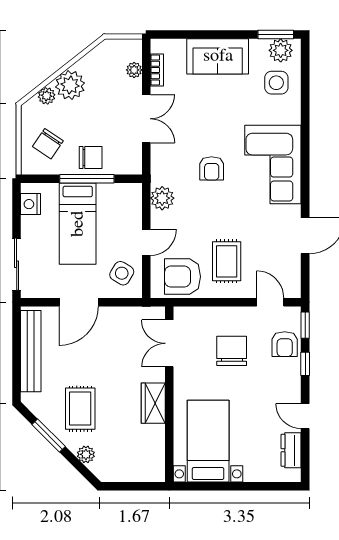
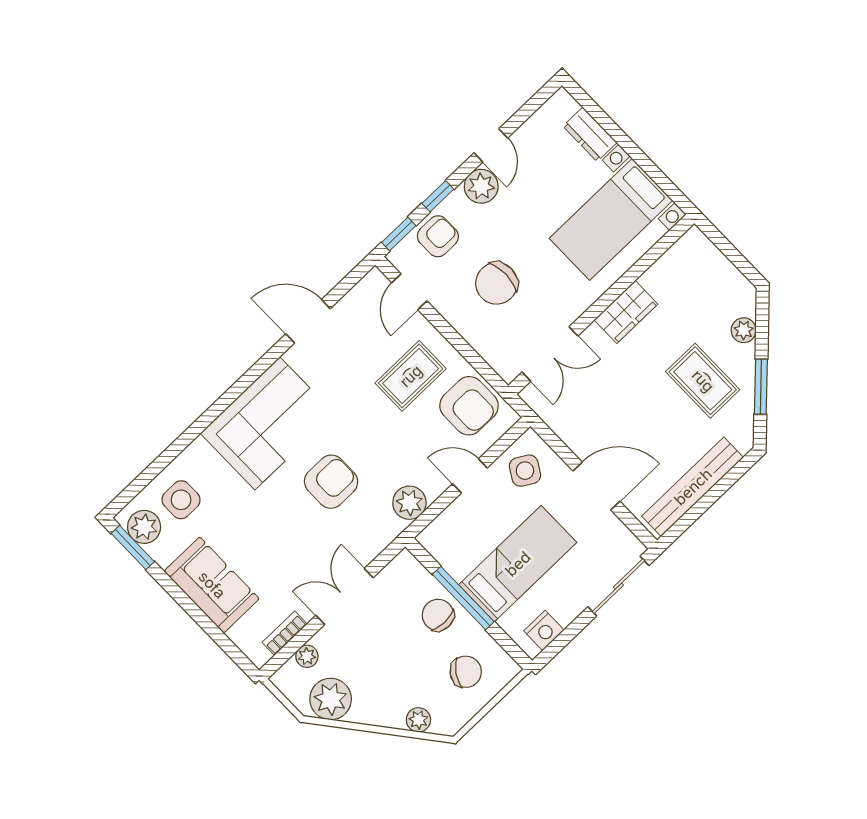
plant: (70, 85) -> (331, 699), moved
armchair: (212, 168) -> (331, 482), width x1.38, depth x1.38
plant: (289, 391) -> (481, 186), added
rug: (80, 409) -> (703, 381), turned 90
dresser: (291, 450) -> (590, 134), moved, turned 90

